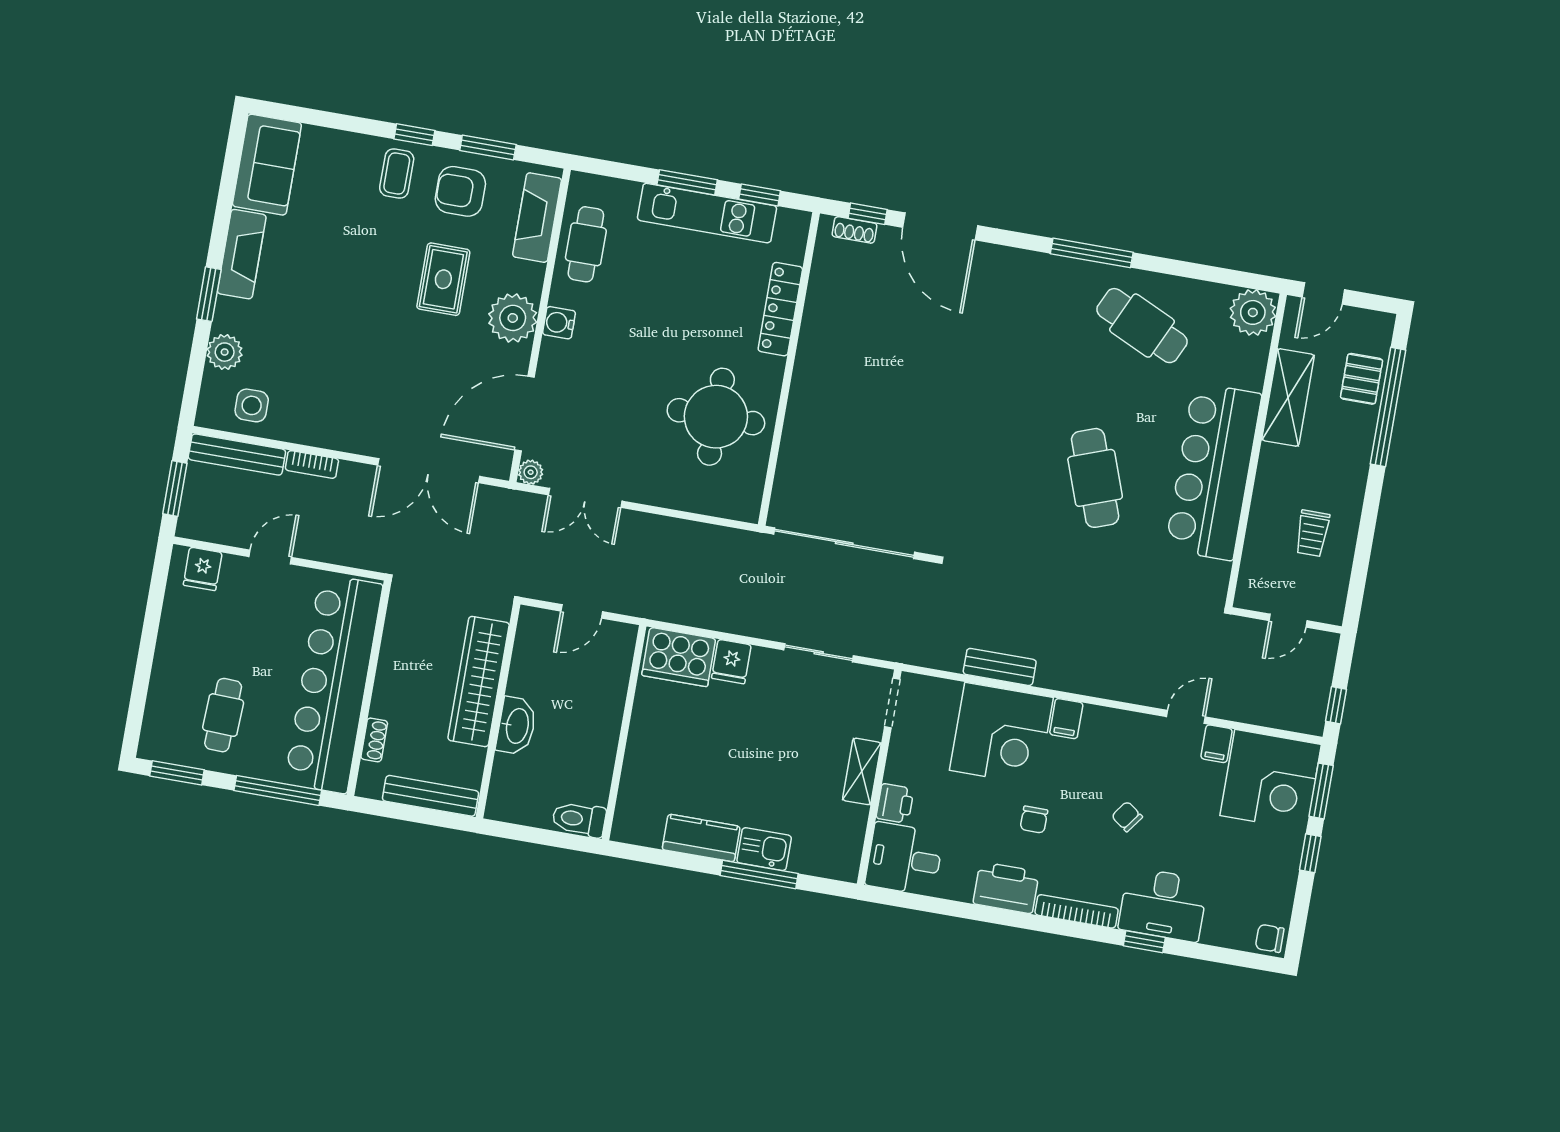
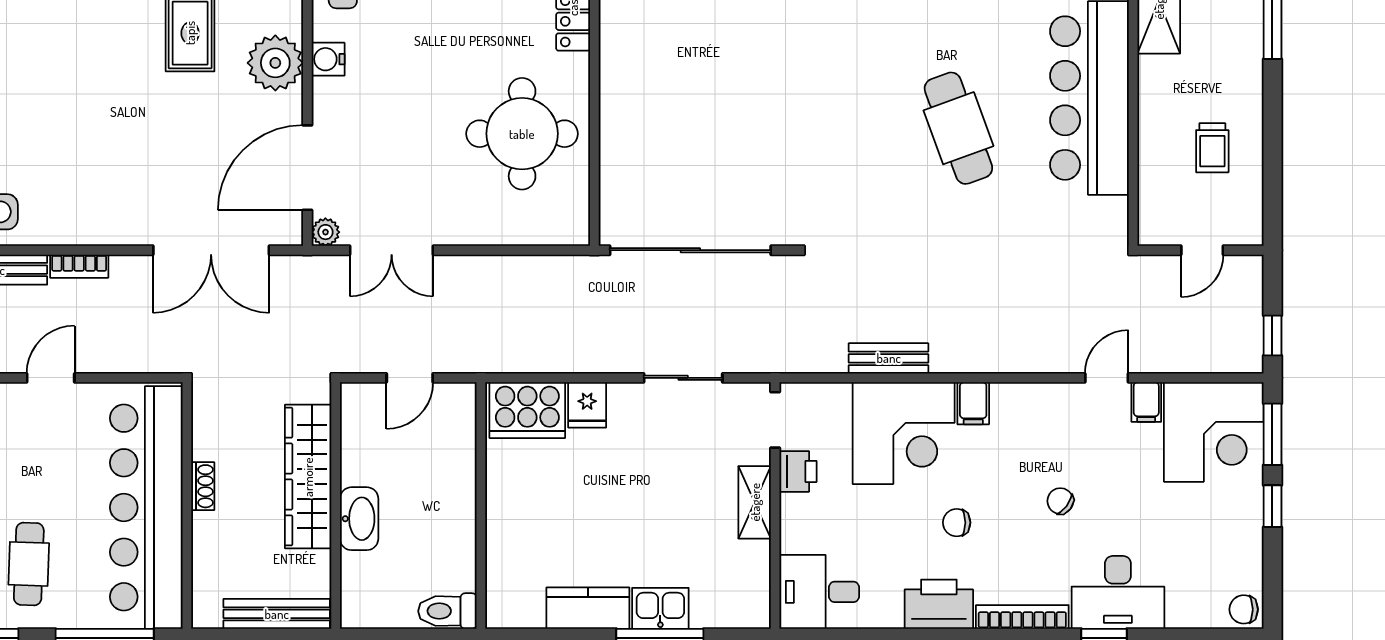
shoe rack: (374, 740) -> (203, 486), moved
printer: (895, 803) -> (798, 471), moved
chair: (1034, 820) -> (957, 523), turned 90

